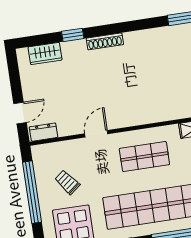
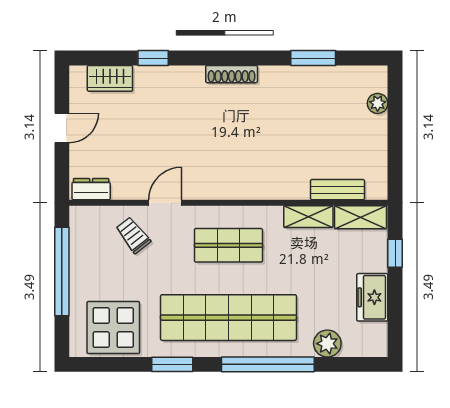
shoe rack: (105, 41) -> (232, 74), moved
door: (20, 113) -> (62, 128), moved
trolley: (67, 182) -> (133, 235), moved

